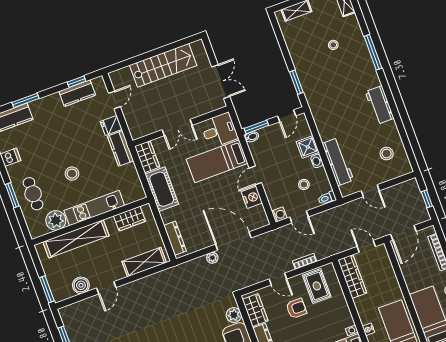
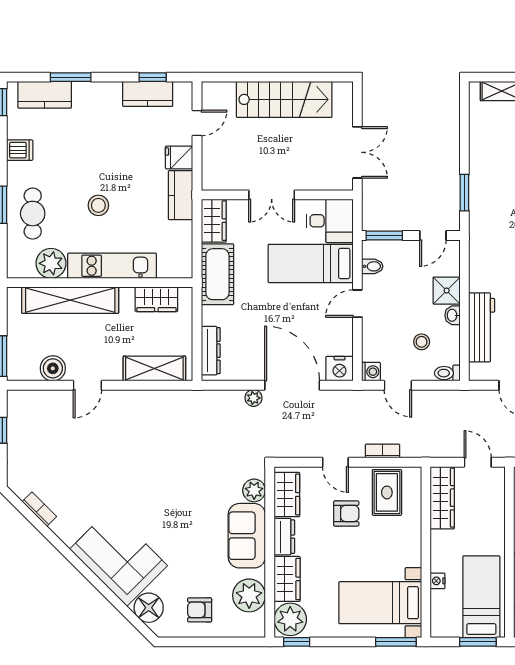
bidet: (252, 137) -> (372, 266), moved
nightstand: (252, 197) -> (340, 369), moved, turned 90

